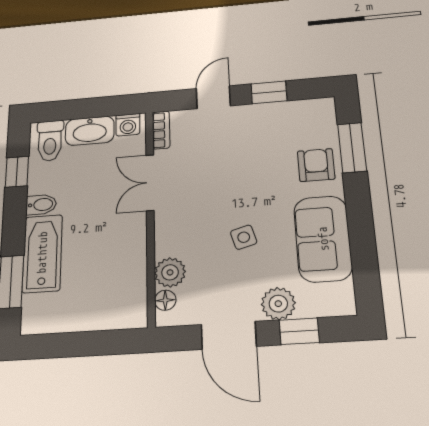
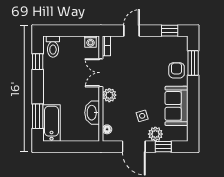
window: (269, 92) -> (170, 31), moved
washbasin: (90, 131) -> (92, 113), moved, turned 90
bidet: (41, 205) -> (50, 80), removed
side table: (244, 237) -> (142, 116), moved
bathtub: (42, 253) -> (52, 123), moved
plant: (170, 272) -> (109, 95), moved

